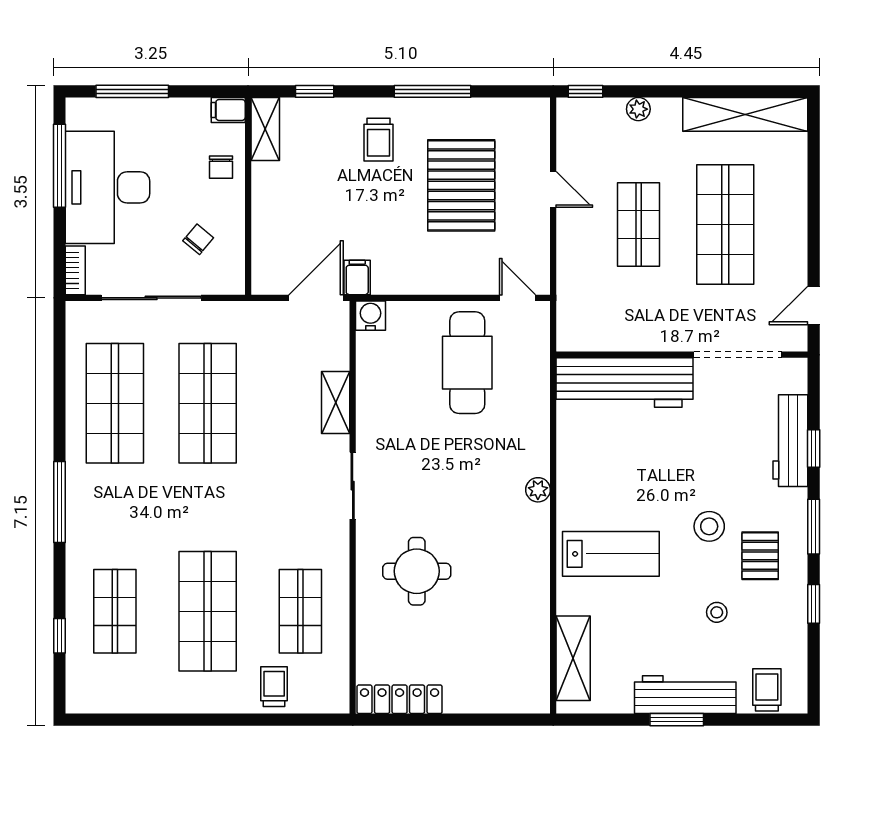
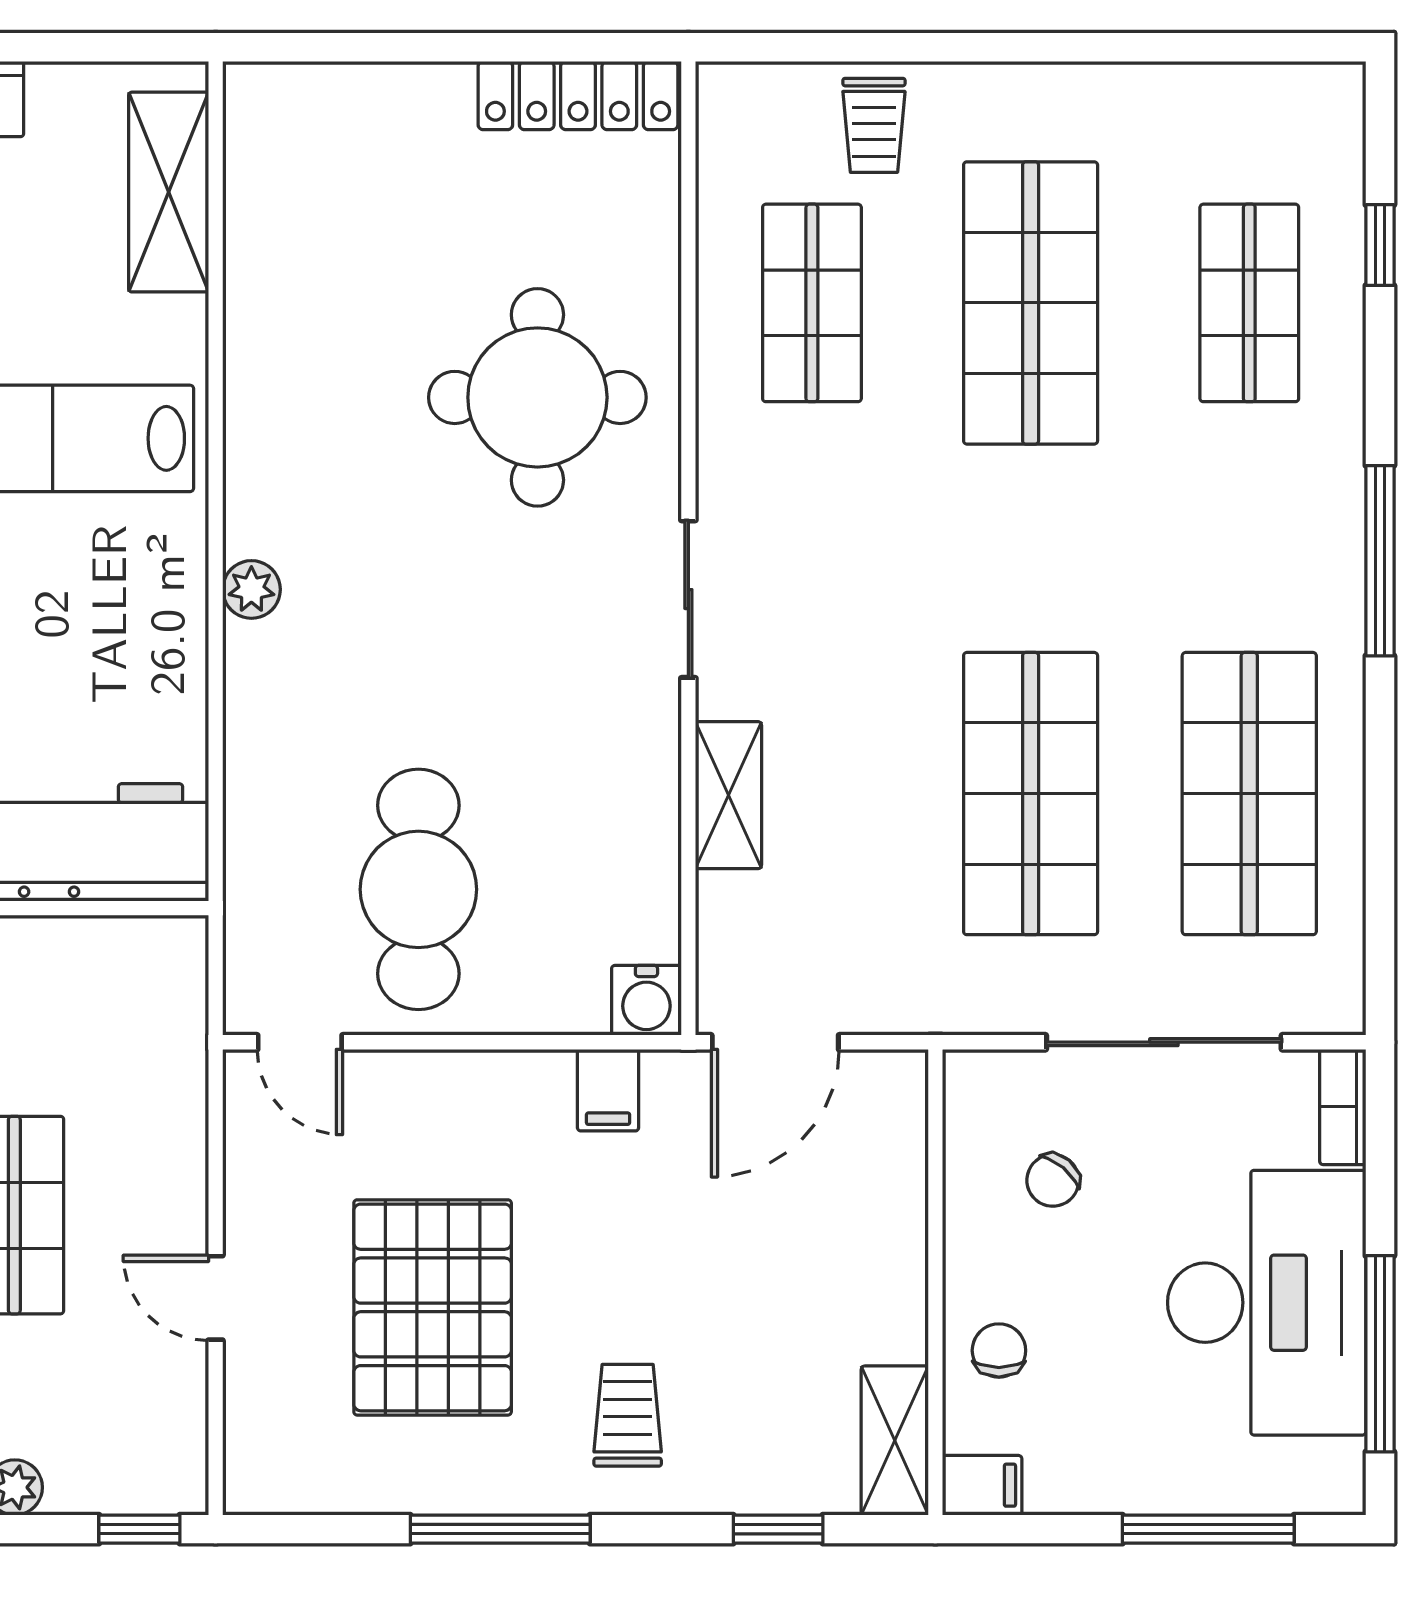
filing cabinet: (357, 278) -> (608, 1090), moved
round table: (417, 571) -> (537, 397), width x1.36, depth x1.36

